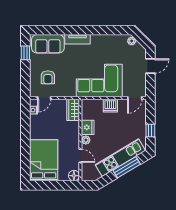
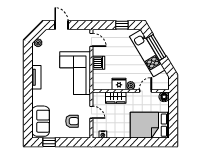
tv unit: (78, 39) -> (36, 77), moved
door: (44, 98) -> (91, 112), moved
wardrobe: (73, 110) -> (116, 98), moved

